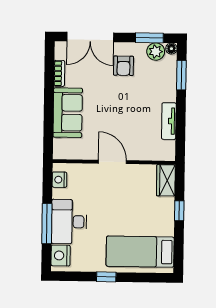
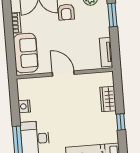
door: (112, 162) -> (63, 74), moved
wall: (114, 162) -> (65, 73), moved

